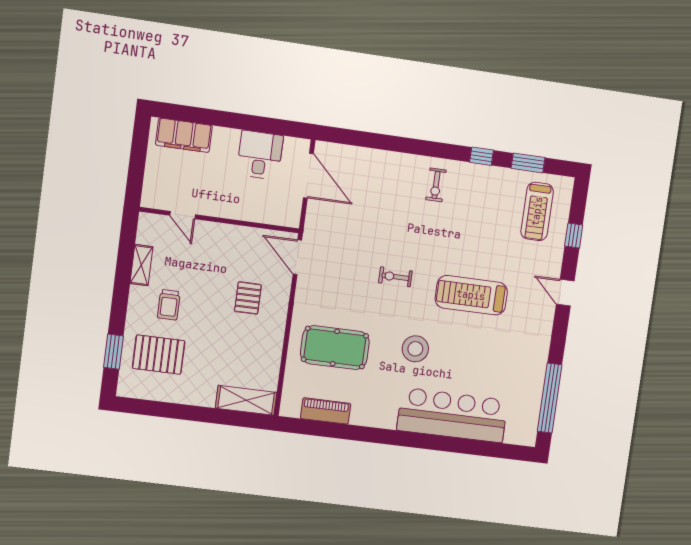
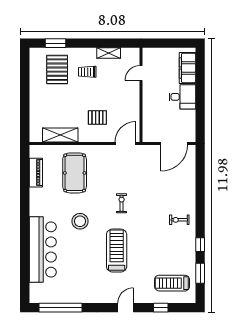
desk: (260, 155) -> (182, 97), moved
shelving: (246, 400) -> (60, 135), moved, turned 90

